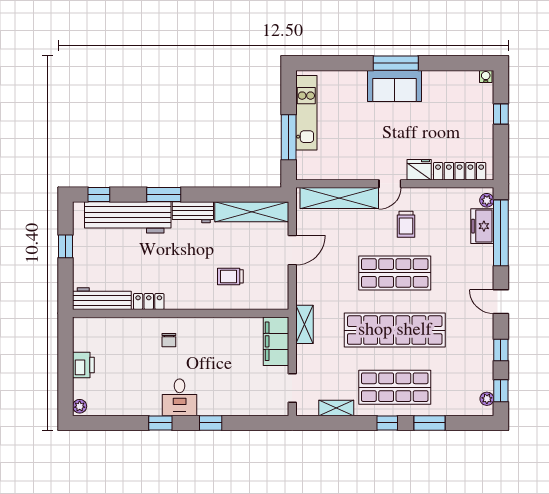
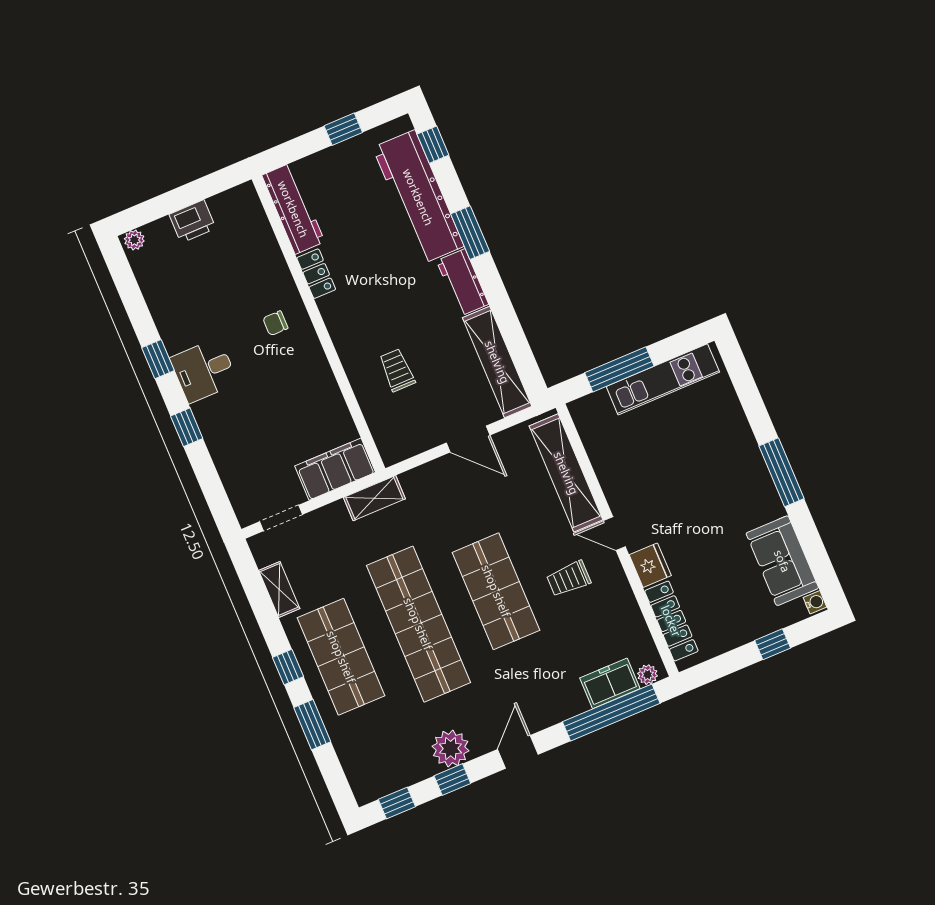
sofa: (395, 86) -> (782, 561), moved
plant: (487, 399) -> (451, 748), moved, width x1.88, depth x1.88

